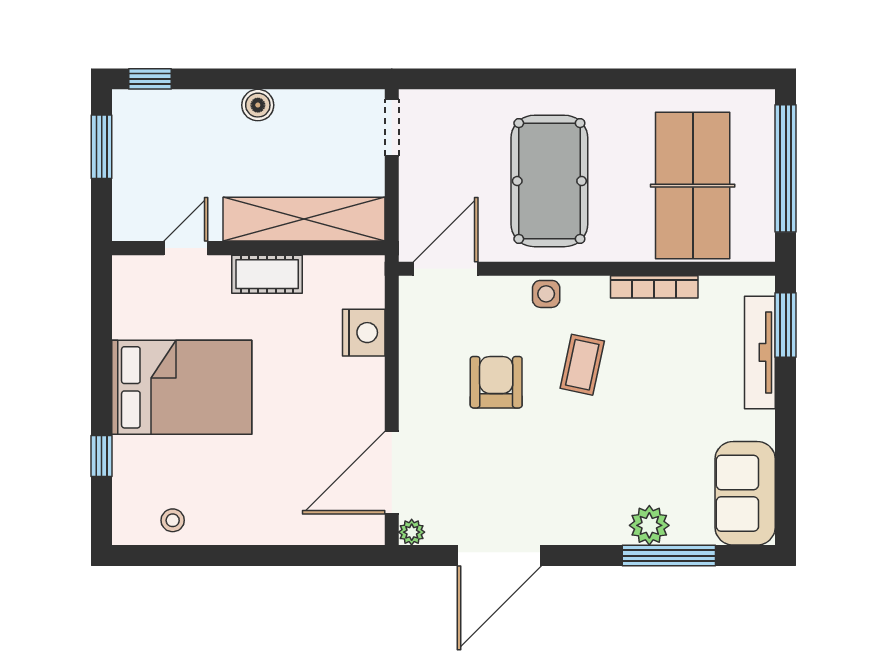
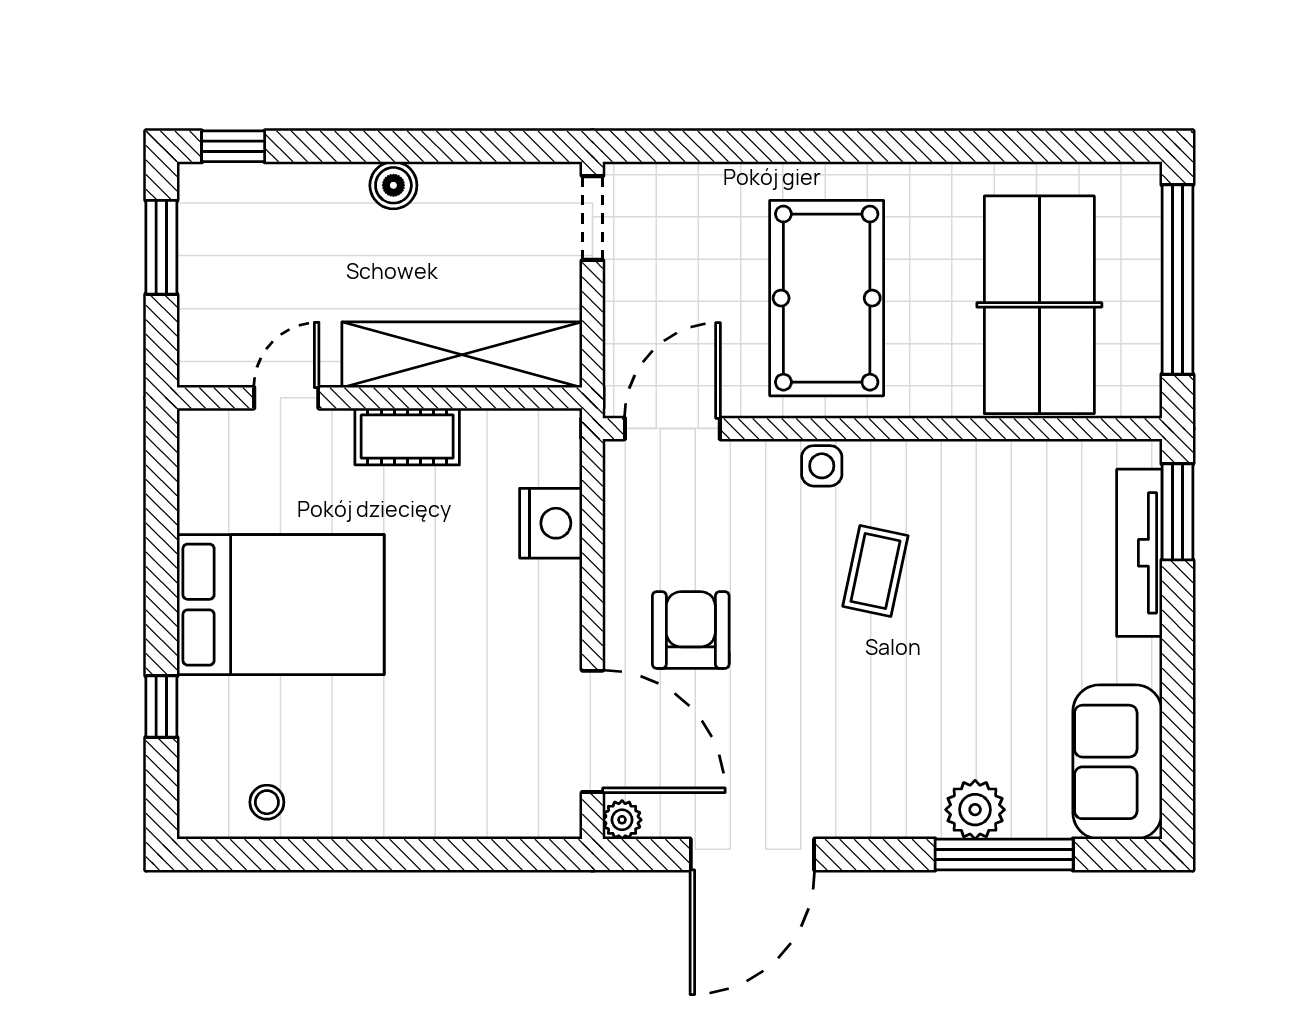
bookcase: (654, 287) -> (982, 455), removed
armchair: (496, 382) -> (691, 630), moved
door: (392, 473) -> (592, 731), swing flipped

